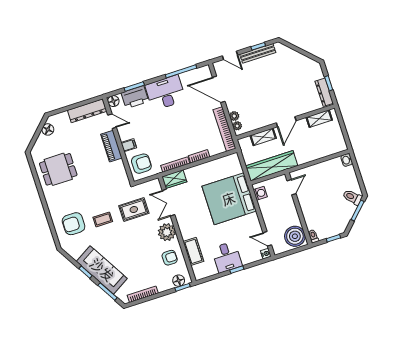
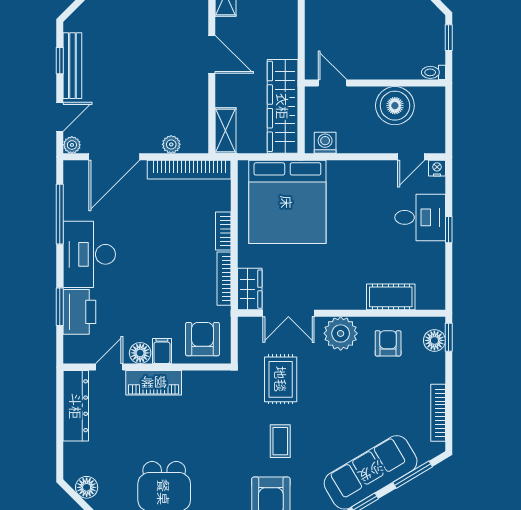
floor lamp: (113, 101) -> (140, 353), moved
plant: (237, 126) -> (72, 145), moved
shelving: (263, 137) -> (225, 131), moved
bed: (229, 199) -> (287, 202), moved
boiler: (295, 236) -> (395, 106), moved
desk: (227, 257) -> (420, 217), moved

